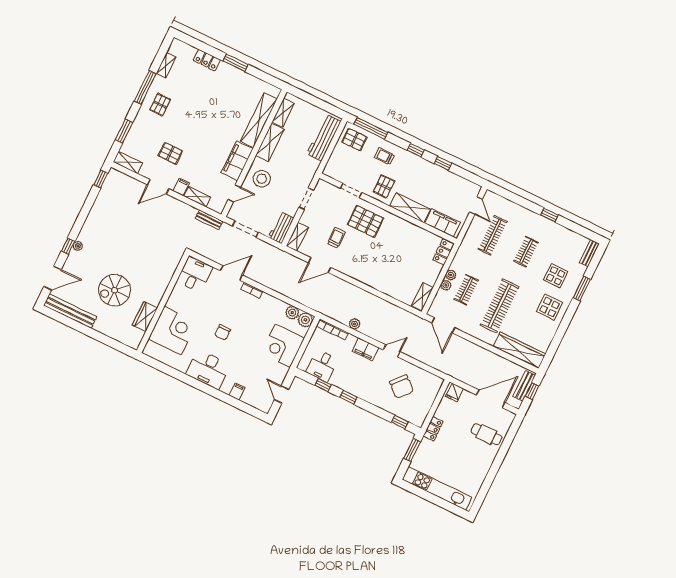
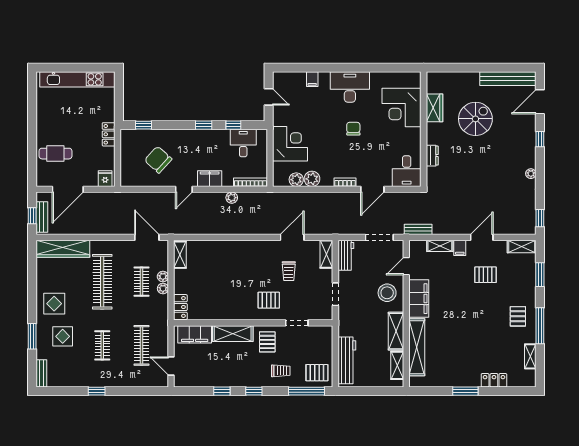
pallet: (365, 221) -> (269, 300), width x0.67, depth x0.71
plant: (78, 246) -> (531, 174), moved
dresser: (166, 277) -> (432, 156), added
plant: (305, 320) -> (312, 179), moved
window: (412, 450) -> (119, 104), removed

